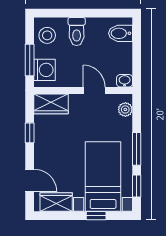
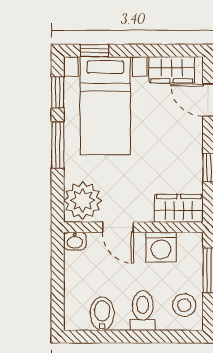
bidet: (120, 33) -> (102, 314), moved, turned -90
washing machine: (44, 70) -> (161, 247), moved, turned -90
plant: (125, 109) -> (83, 200), width x1.88, depth x1.88
window: (96, 216) -> (94, 51), moved

